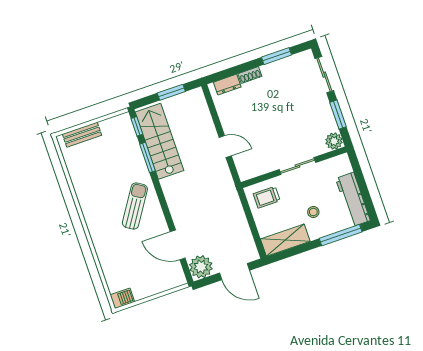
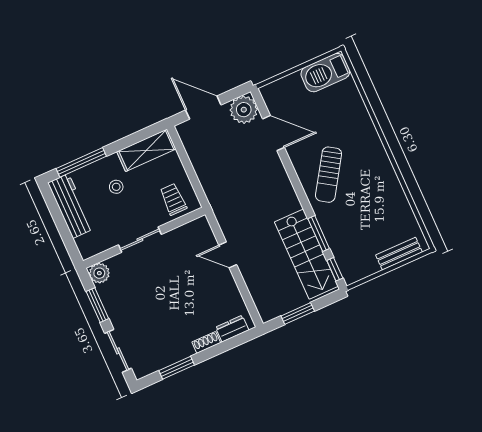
trolley: (267, 197) -> (173, 199), turned -90
barbecue: (122, 298) -> (325, 73), width x1.88, depth x1.53

